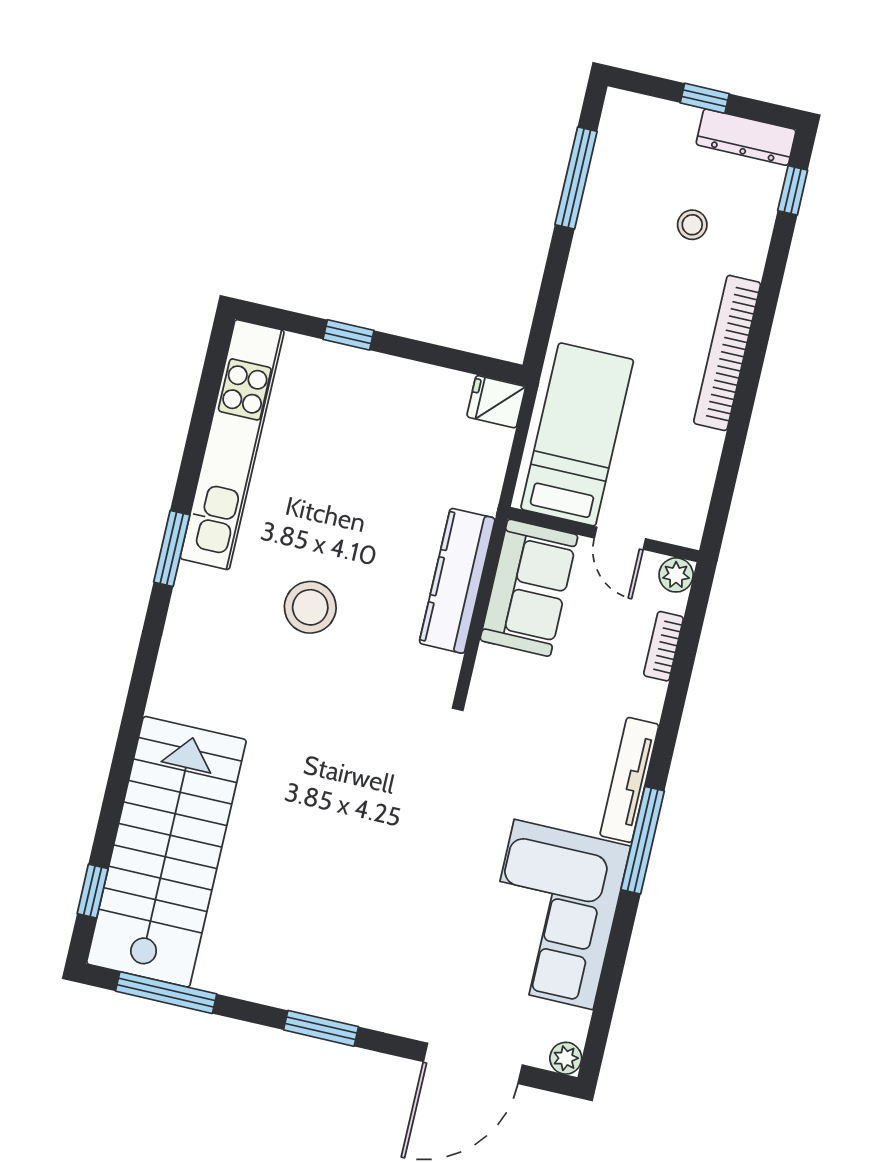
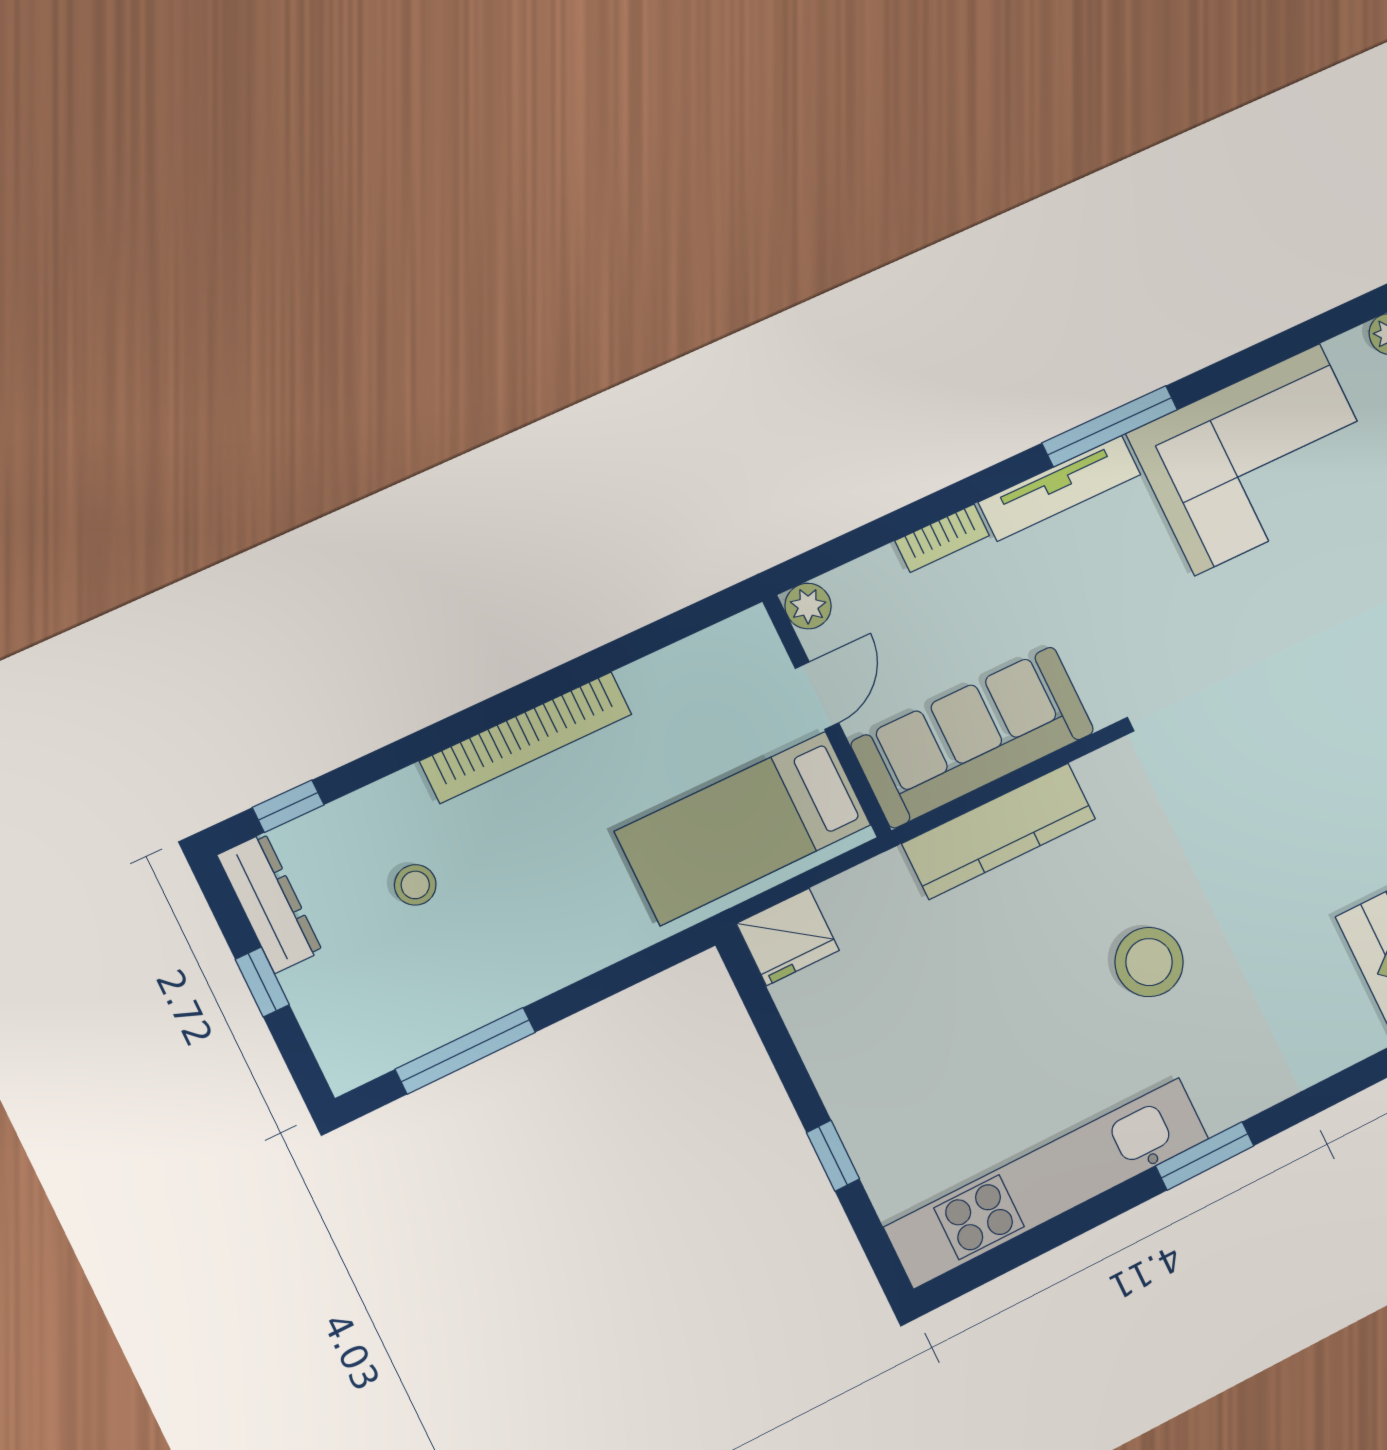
fridge: (496, 402) -> (788, 937), width x1.38
sofa: (529, 588) -> (973, 737), width x1.36
bookcase: (664, 646) -> (942, 538), moved

